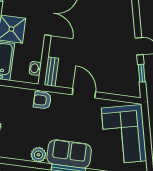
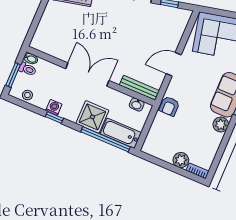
bench: (51, 72) -> (139, 88), width x1.36

